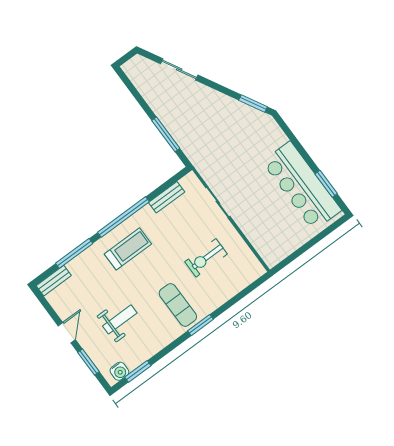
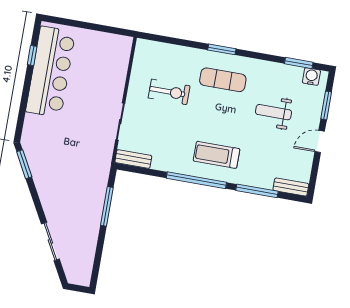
window: (326, 184) -> (32, 56), width x0.67
bench: (167, 197) -> (133, 159), moved
exercise mat: (178, 305) -> (223, 80), turned 90

